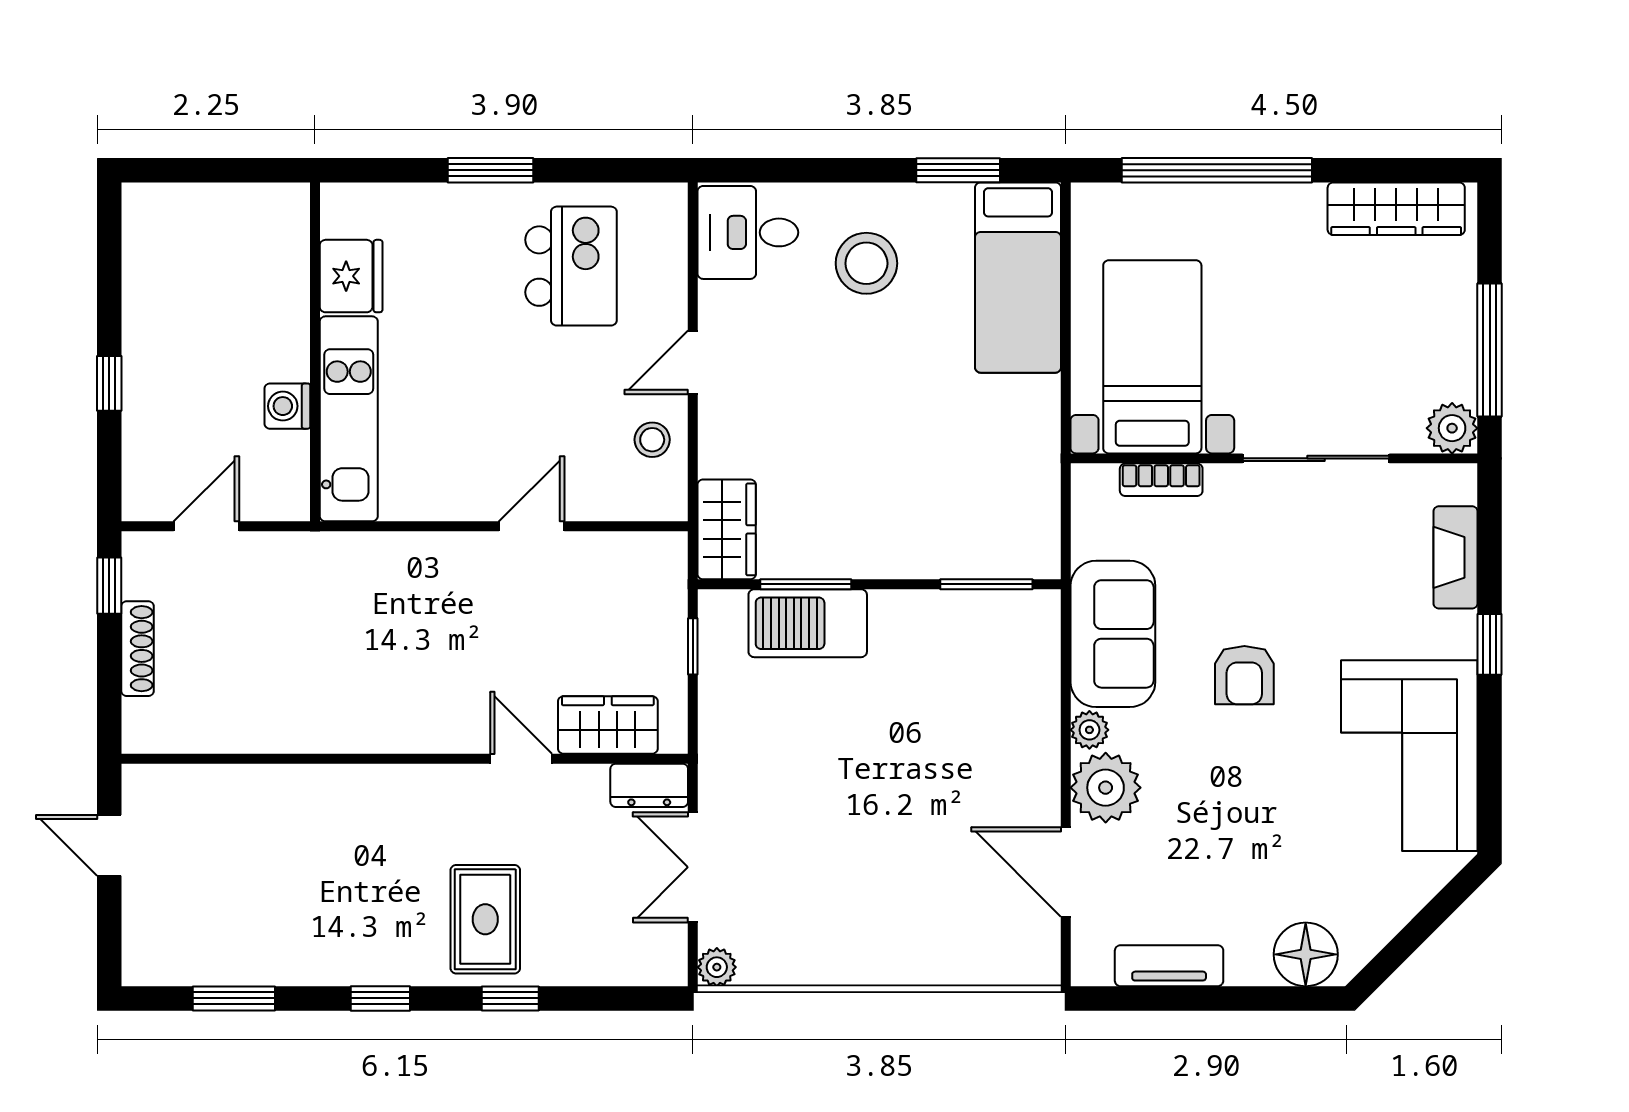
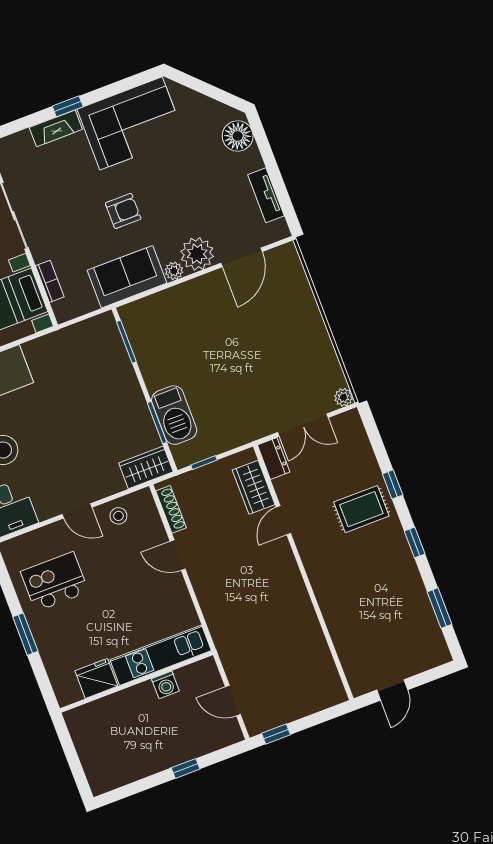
fireplace: (1455, 557) -> (56, 128), moved
shoe rack: (137, 649) -> (171, 509), moved, turned 90

